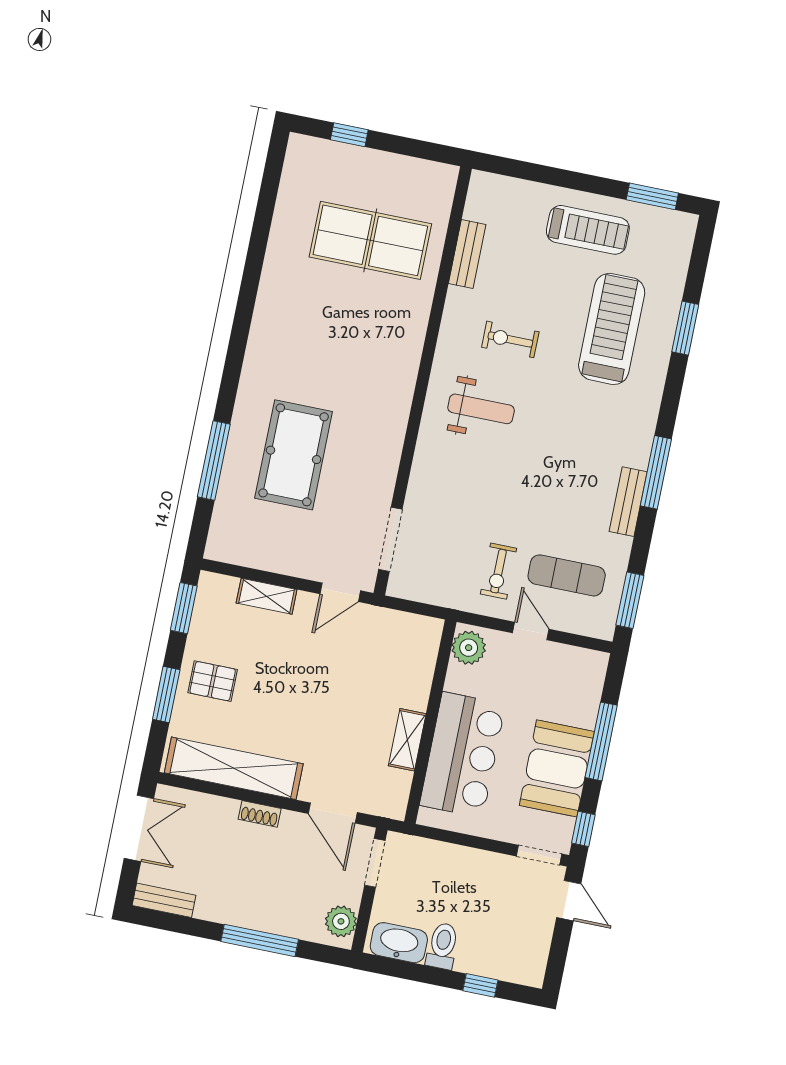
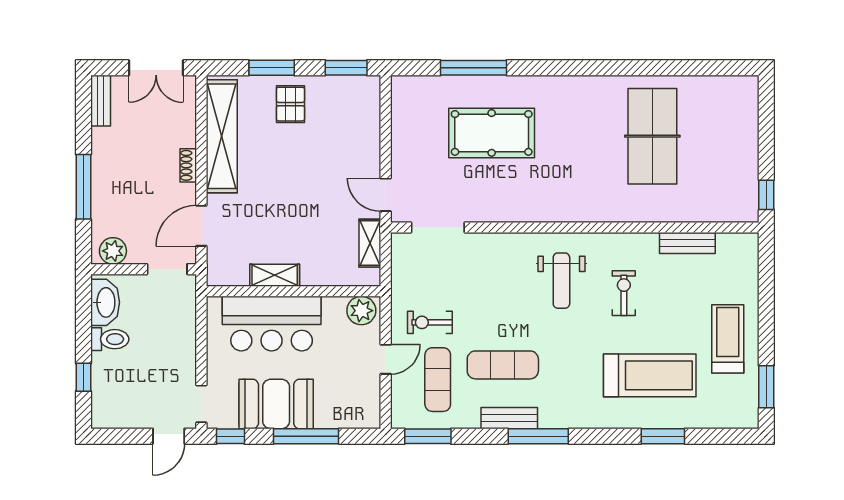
window: (349, 135) -> (766, 195), moved
treadmill: (588, 230) -> (728, 339), turned 180
table tennis table: (370, 240) -> (652, 136), moved
exercise mat: (565, 497) -> (503, 365), added
shelving: (267, 596) -> (370, 243), moved

